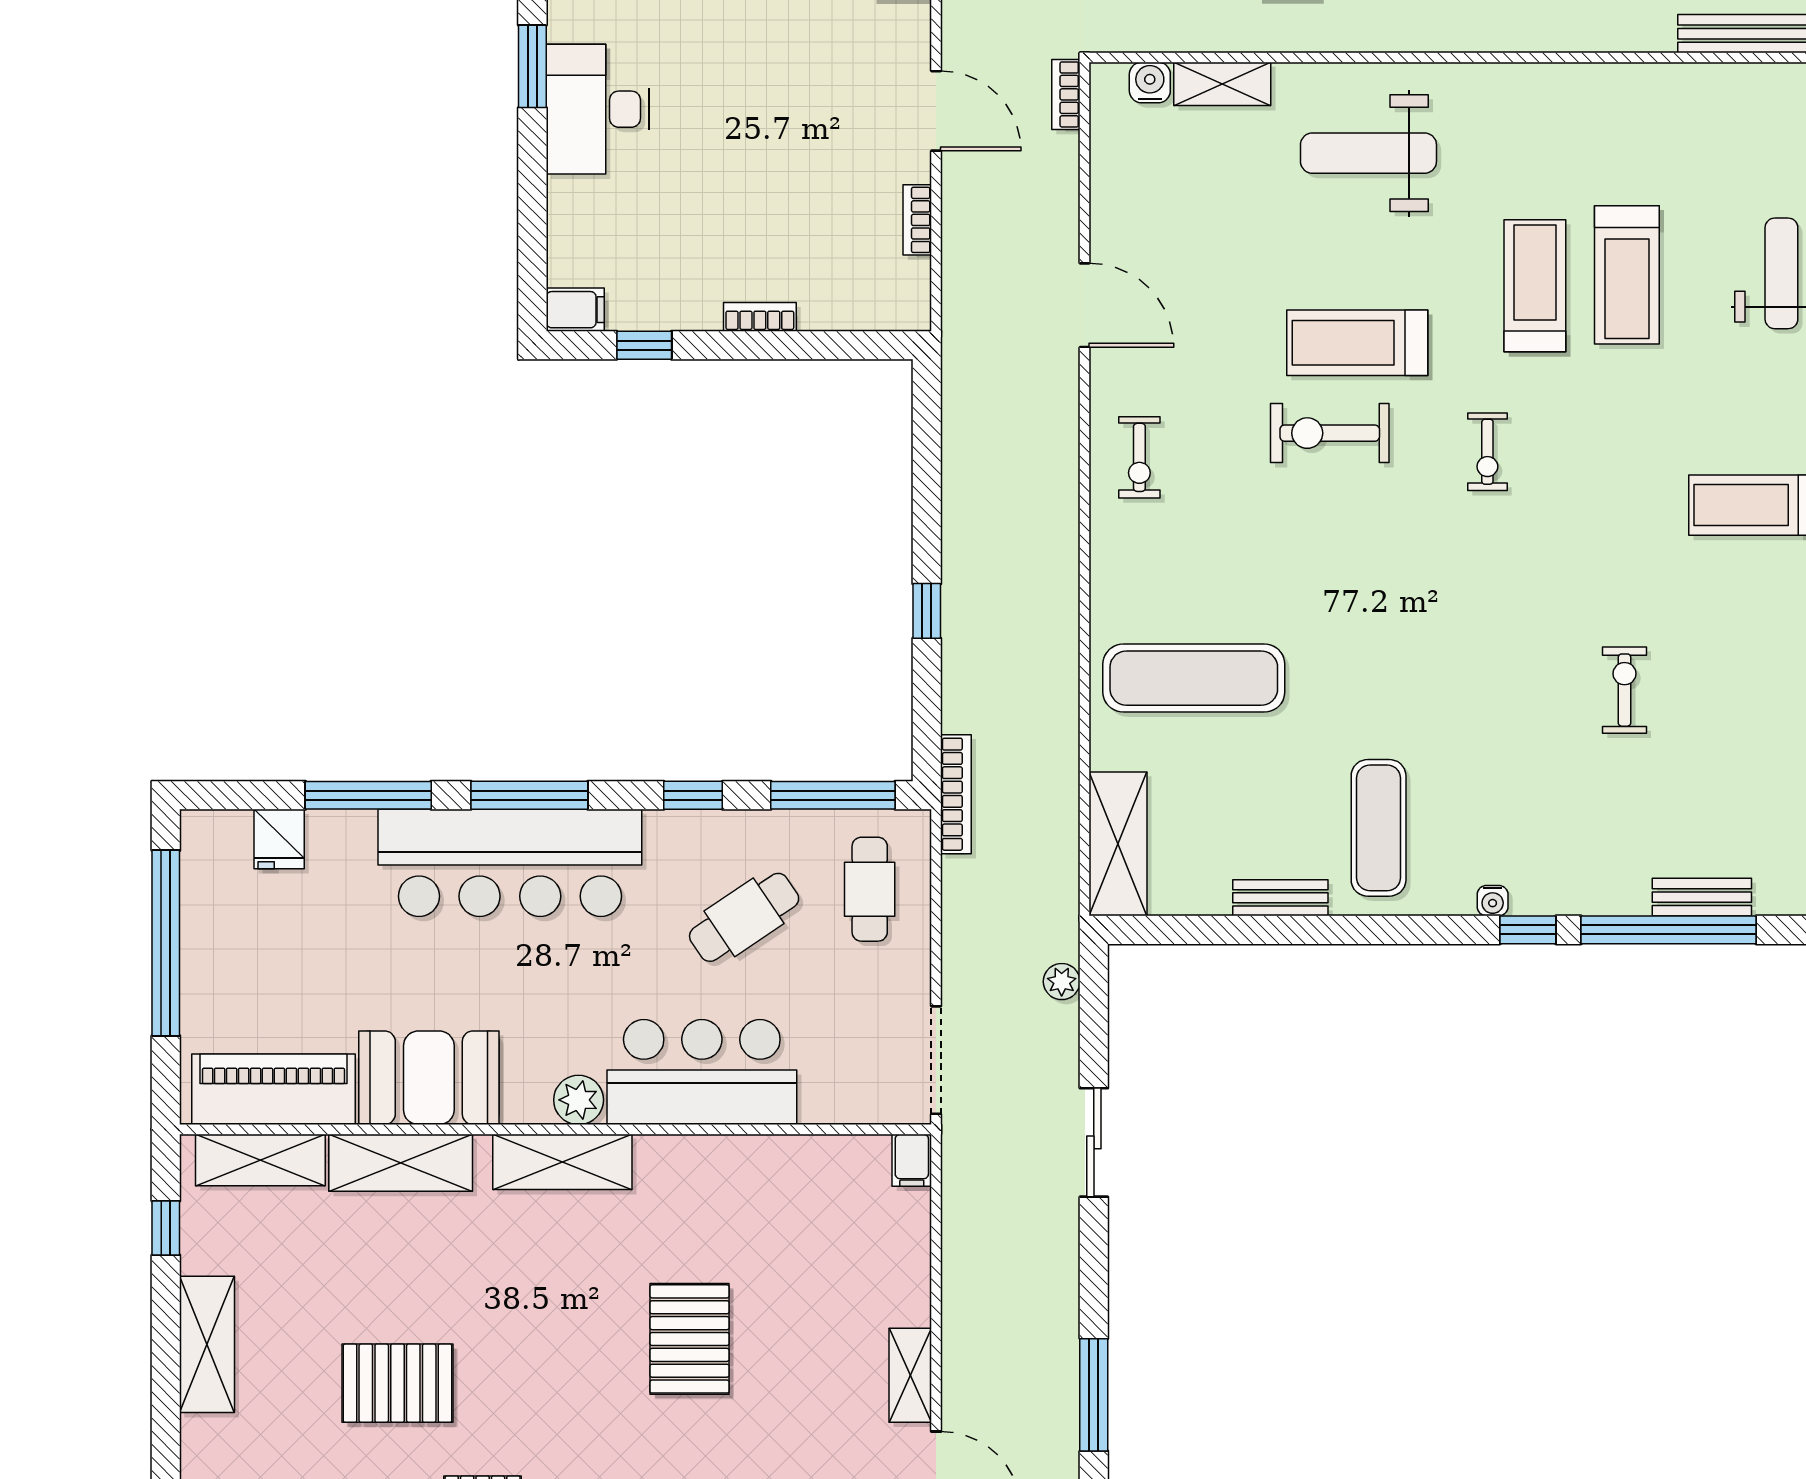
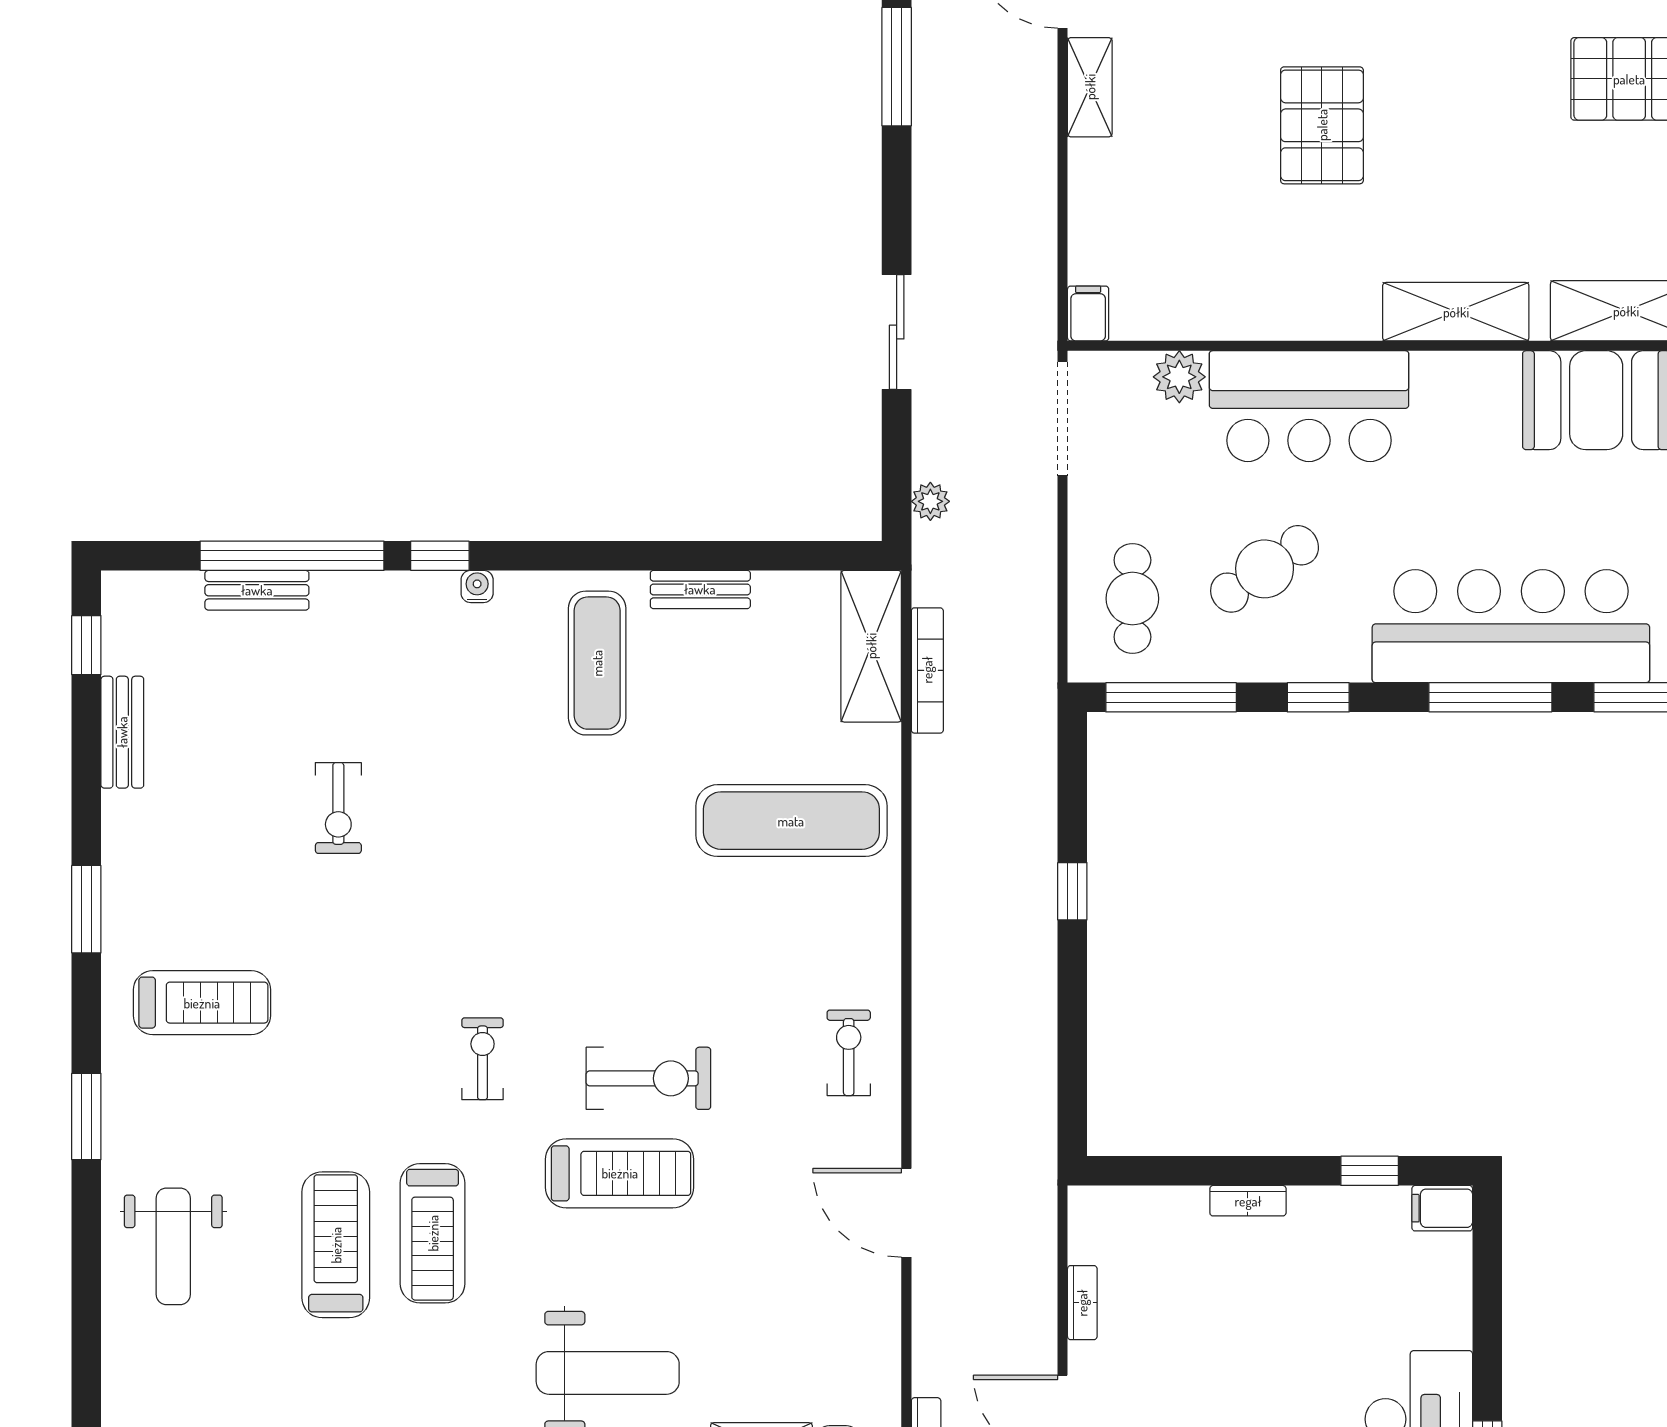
bookcase: (956, 794) -> (927, 670), moved, turned 180
plant: (579, 1100) -> (1179, 377), moved

